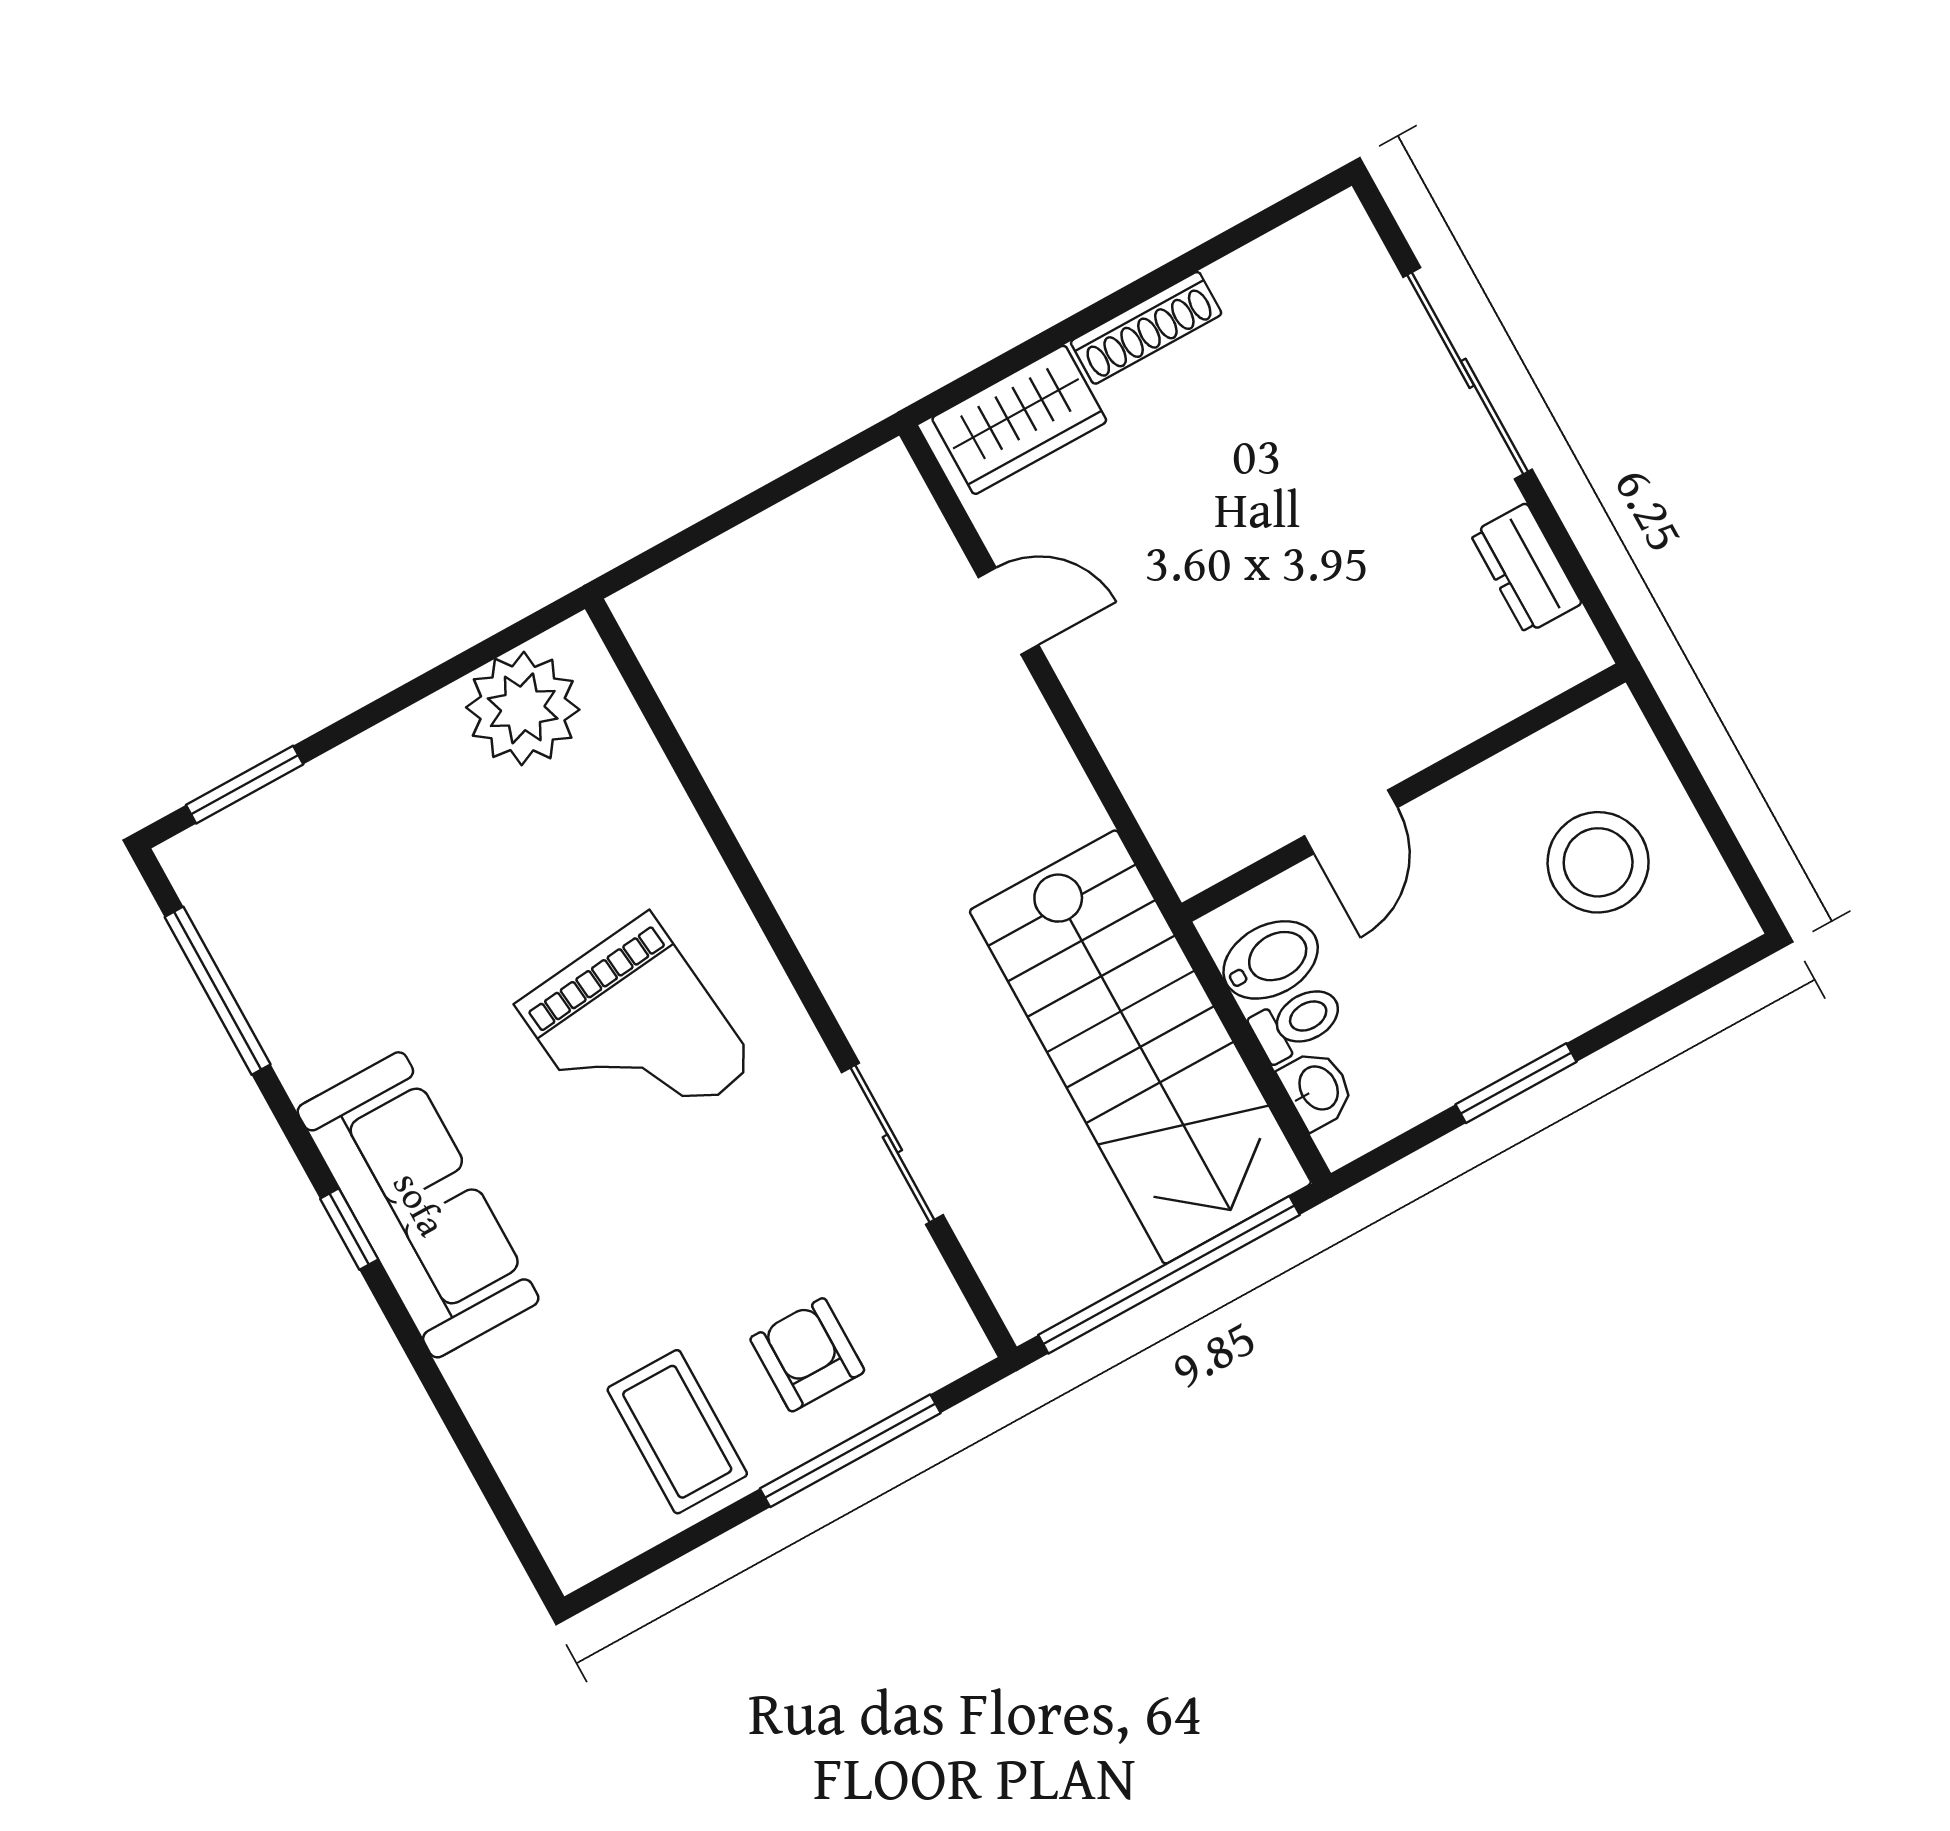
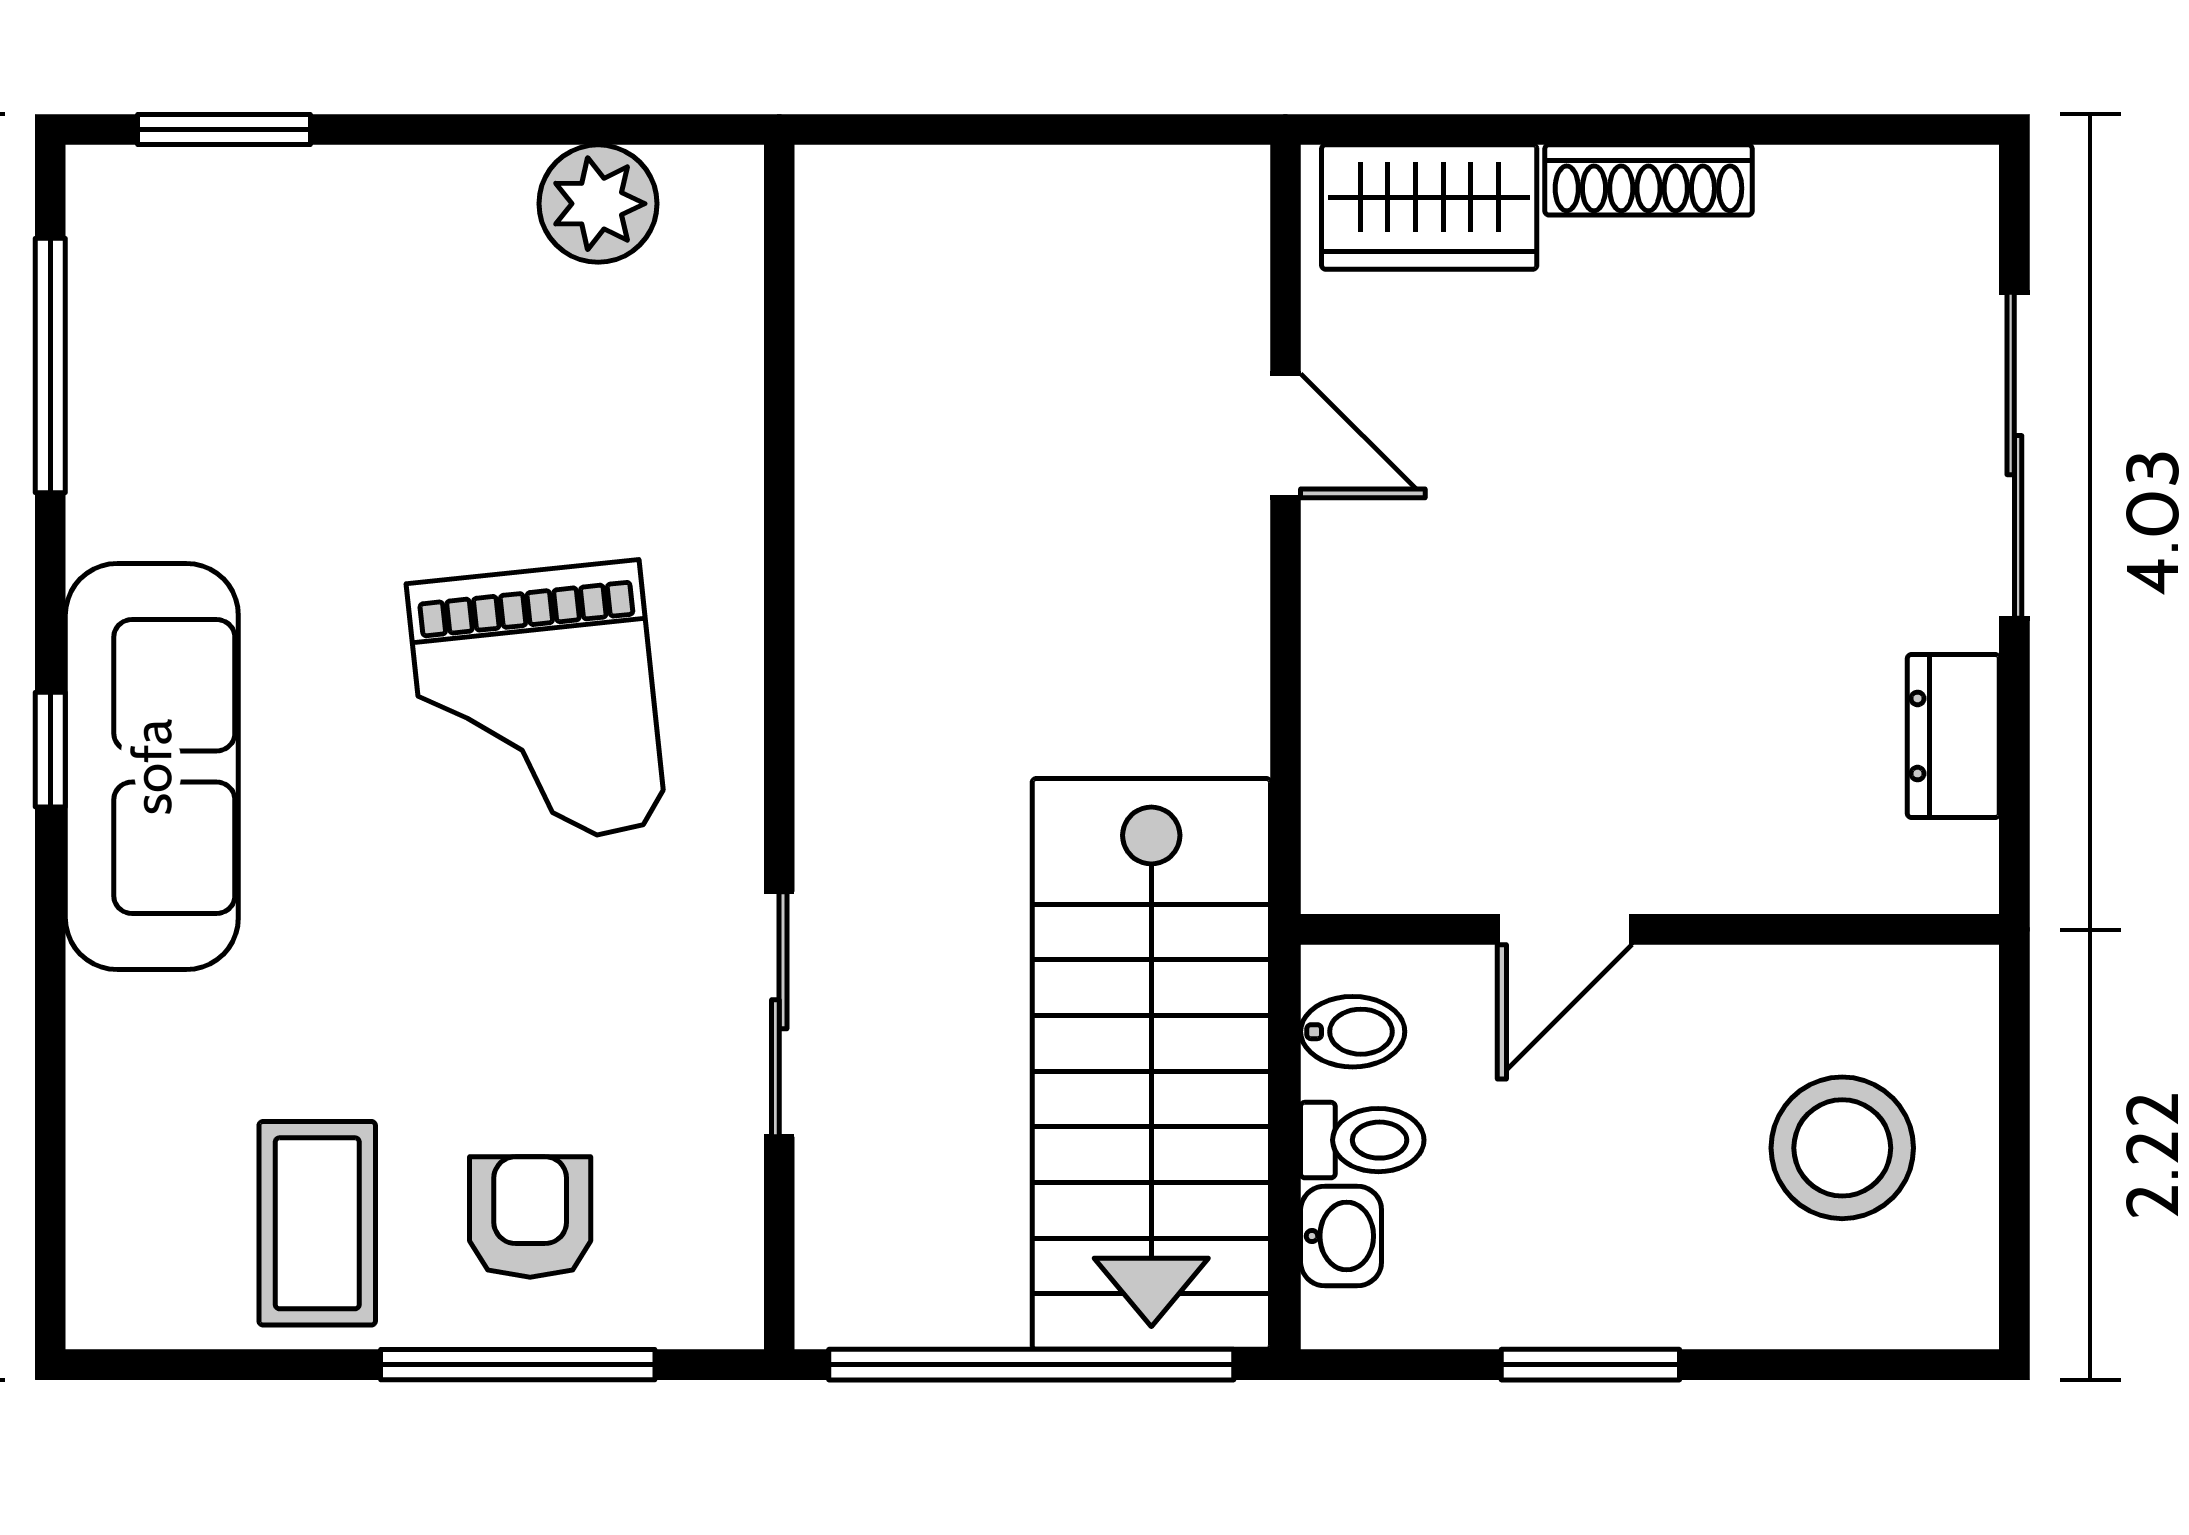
plant: (523, 708) -> (598, 204), width x0.73, depth x0.73
bidet: (1271, 960) -> (1353, 1032), width x0.72, depth x0.74

